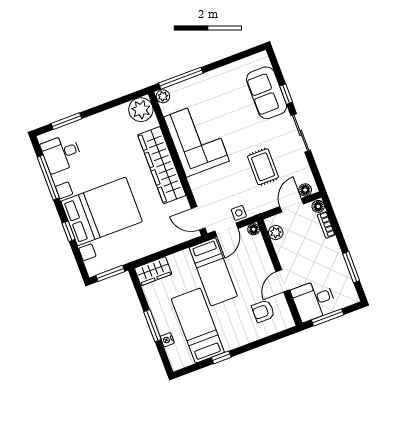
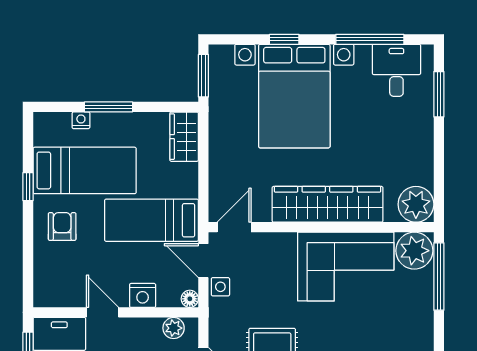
plant: (163, 96) -> (414, 251), width x1.88, depth x1.88
nightstand: (263, 260) -> (143, 295), added
armchair: (263, 311) -> (62, 226), moved

